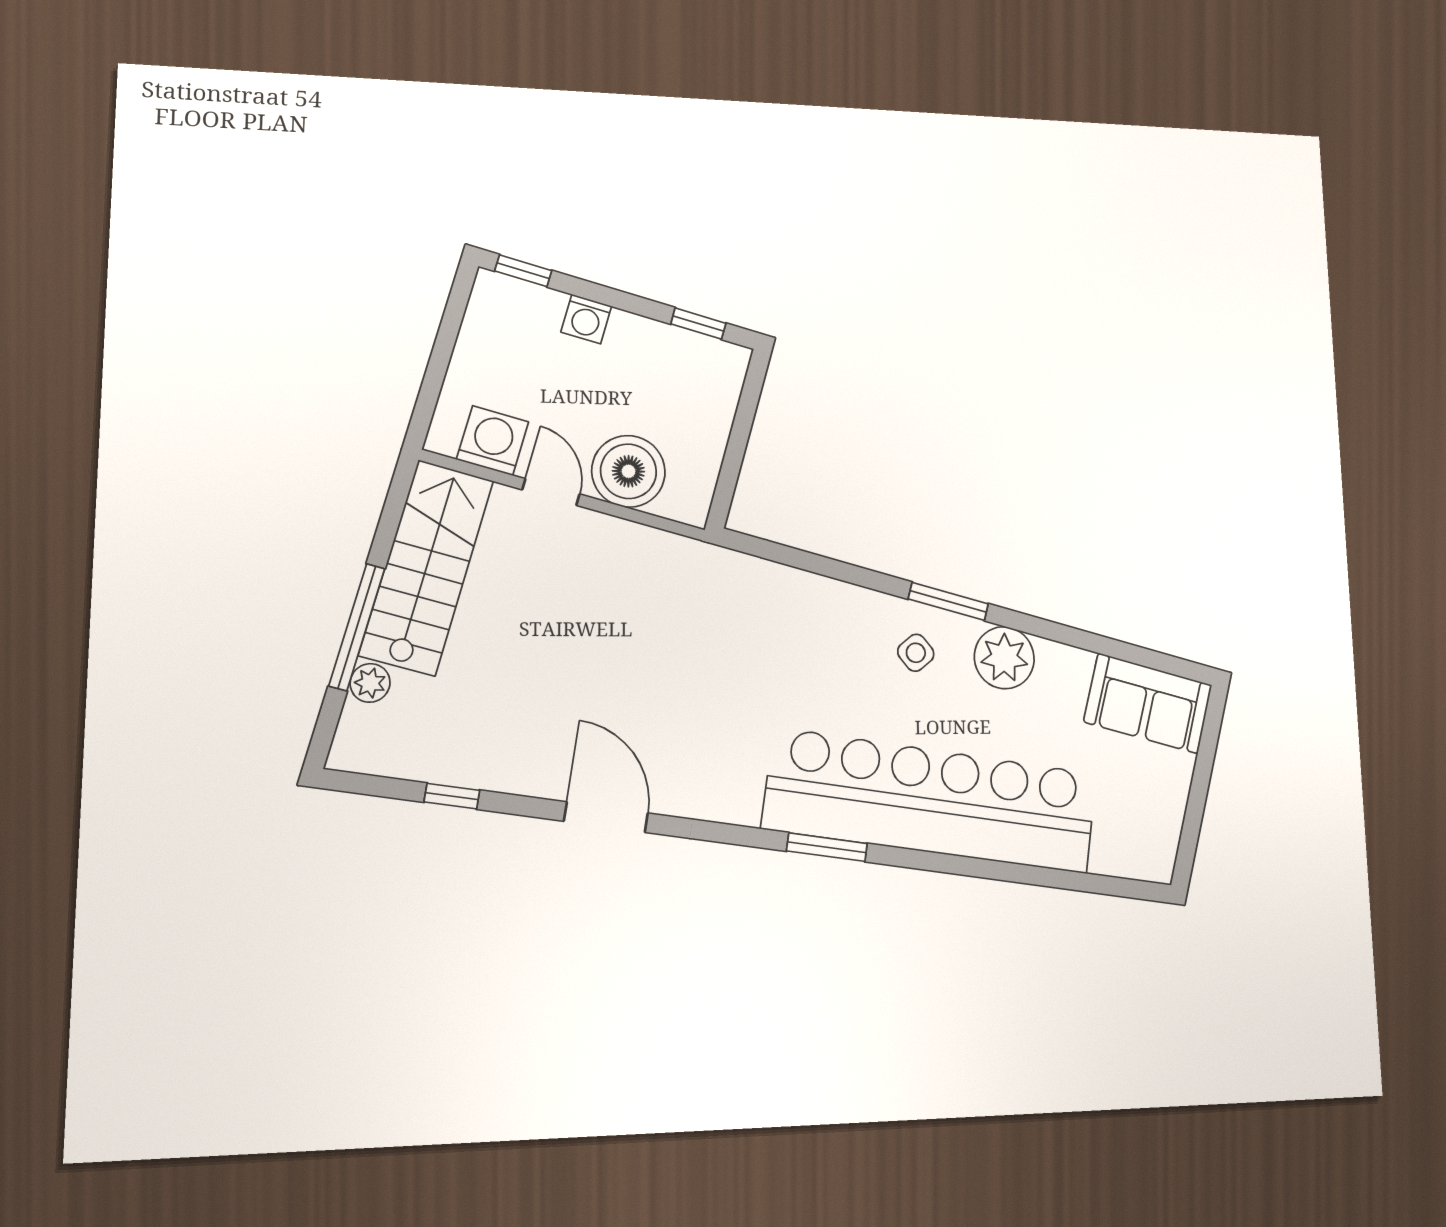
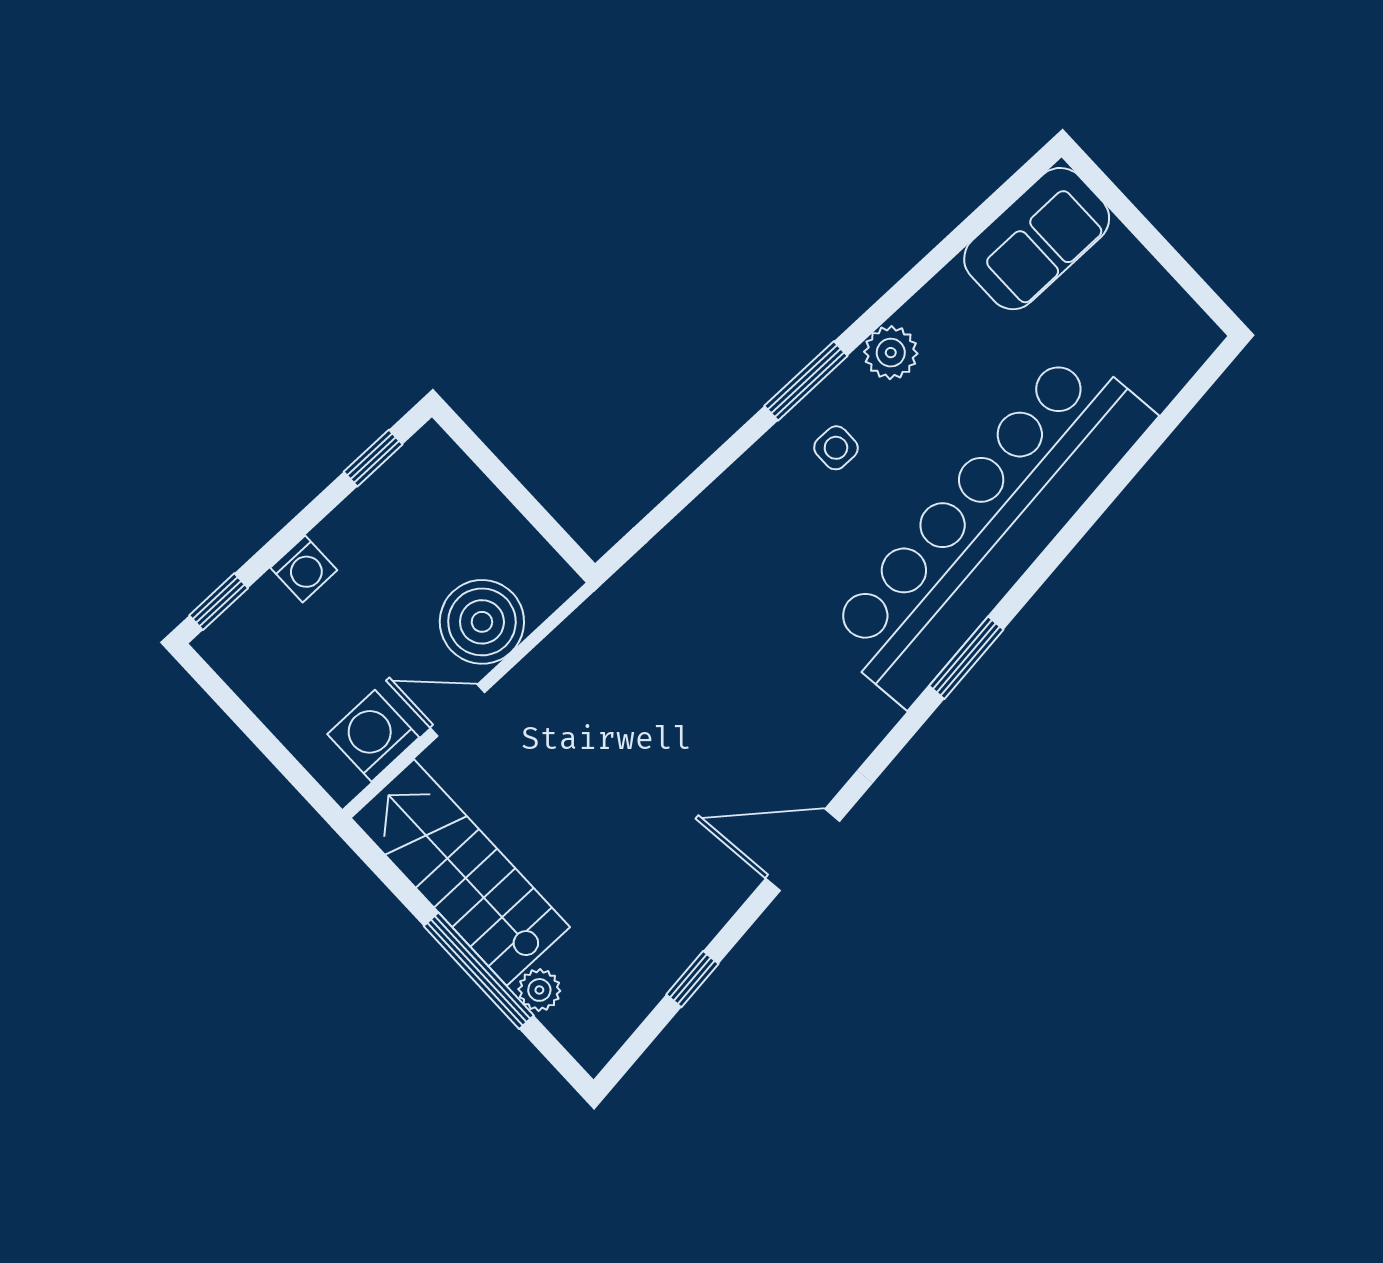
side table: (916, 653) -> (836, 448), turned -36
plant: (1004, 658) -> (891, 353), width x0.73, depth x0.73

